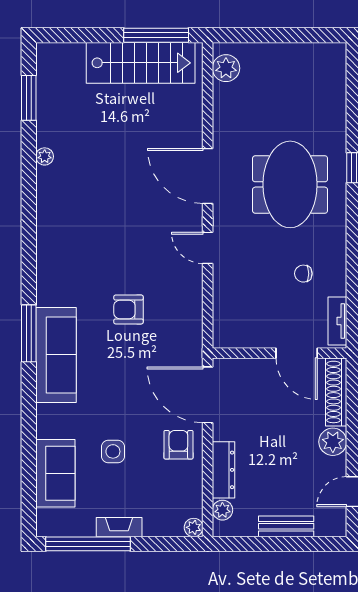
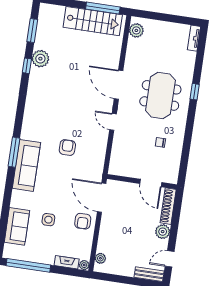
plant: (45, 156) -> (40, 59), width x1.87, depth x1.87
window: (29, 166) -> (27, 66), added
armchair: (128, 309) -> (67, 148), turned 90
tv unit: (337, 321) -> (194, 38), moved
armchair: (178, 445) -> (83, 221), turned 180
dresser: (223, 470) -> (104, 238), removed
bench: (286, 526) -> (149, 274), moved
fireplace: (119, 527) -> (67, 262), moved

